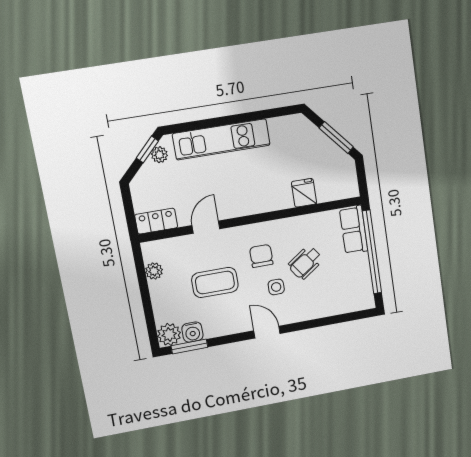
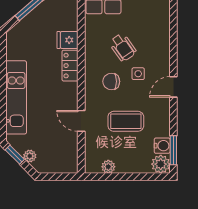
plant: (159, 155) -> (30, 156), moved
locker: (156, 221) -> (70, 66), moved
coffee table: (215, 282) -> (126, 121), turned 90

